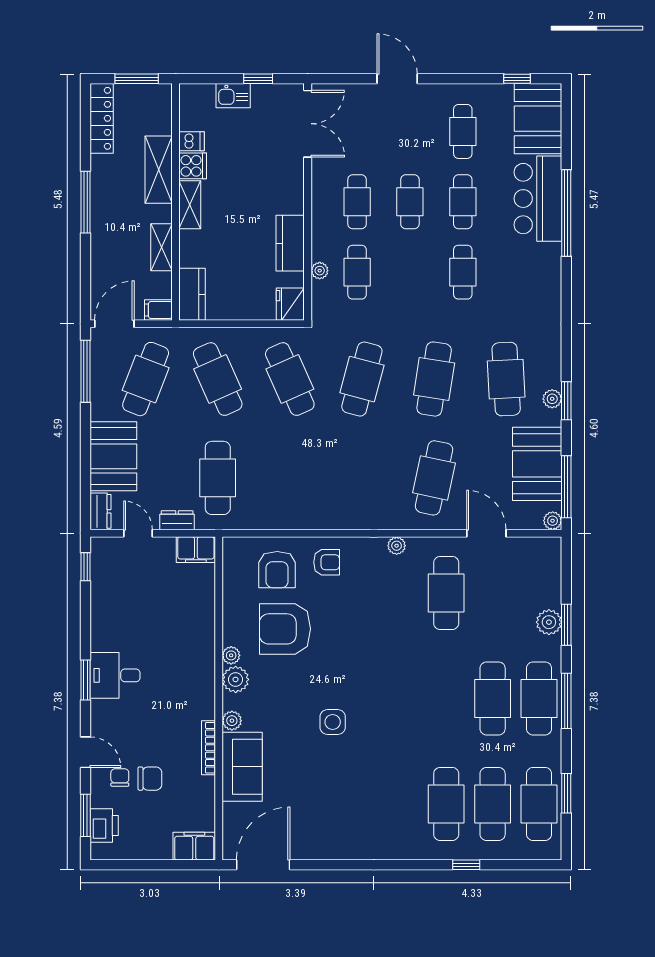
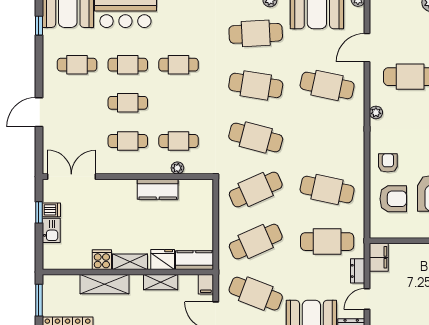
dishwasher: (191, 141) -> (51, 210), moved, turned 90
fridge: (290, 304) -> (163, 259), moved, turned 180
cafe table: (290, 478) -> (327, 190), added

